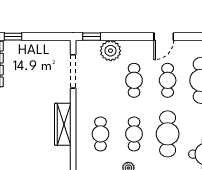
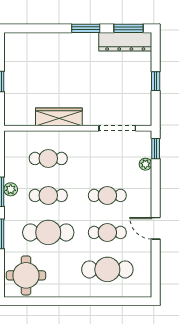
window: (13, 37) -> (156, 81), moved
plant: (111, 51) -> (145, 164), width x0.53, depth x0.53

